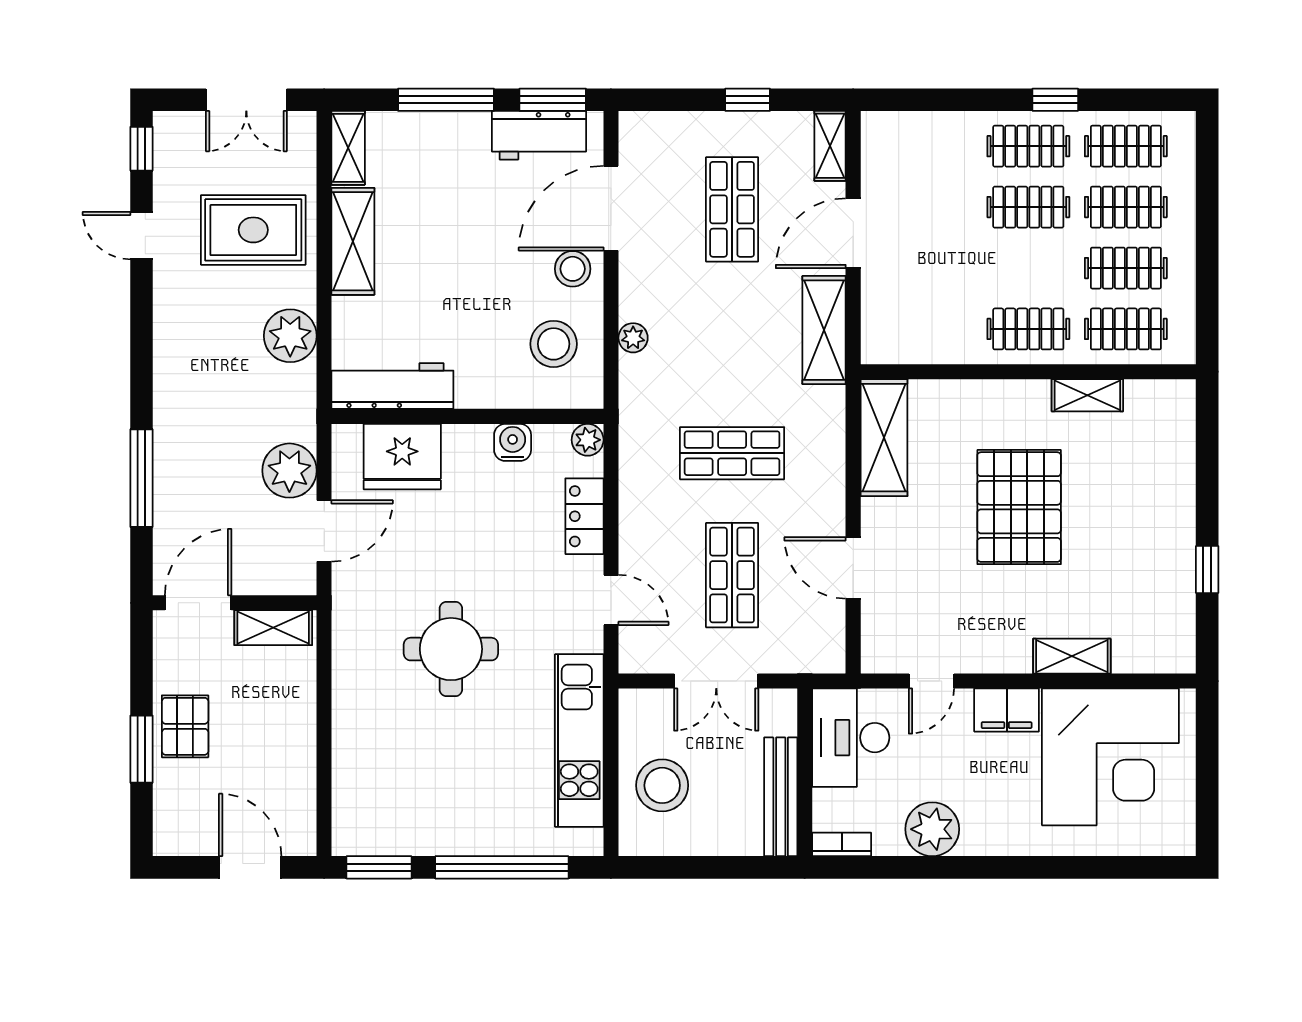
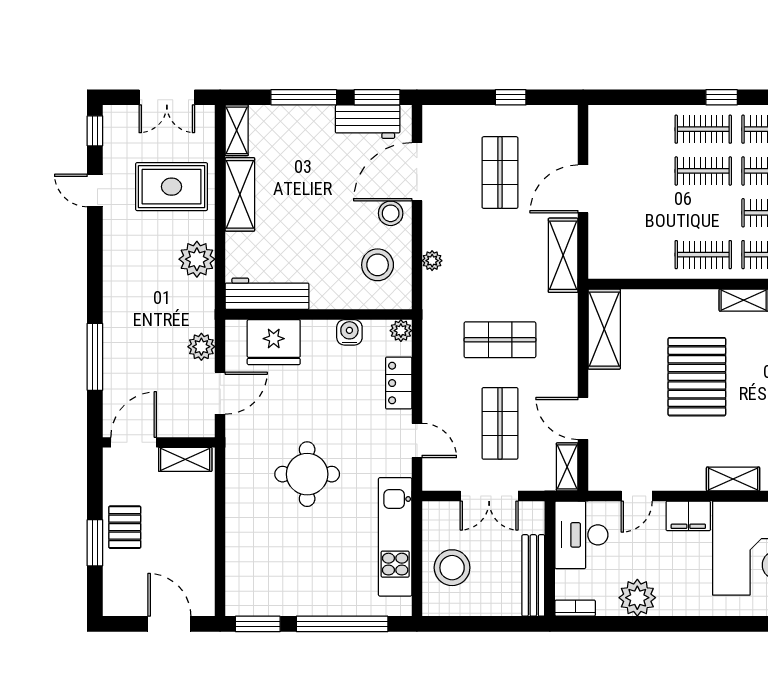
shelving: (830, 146) -> (567, 467), moved
plant: (289, 471) -> (201, 347), width x0.73, depth x0.73

